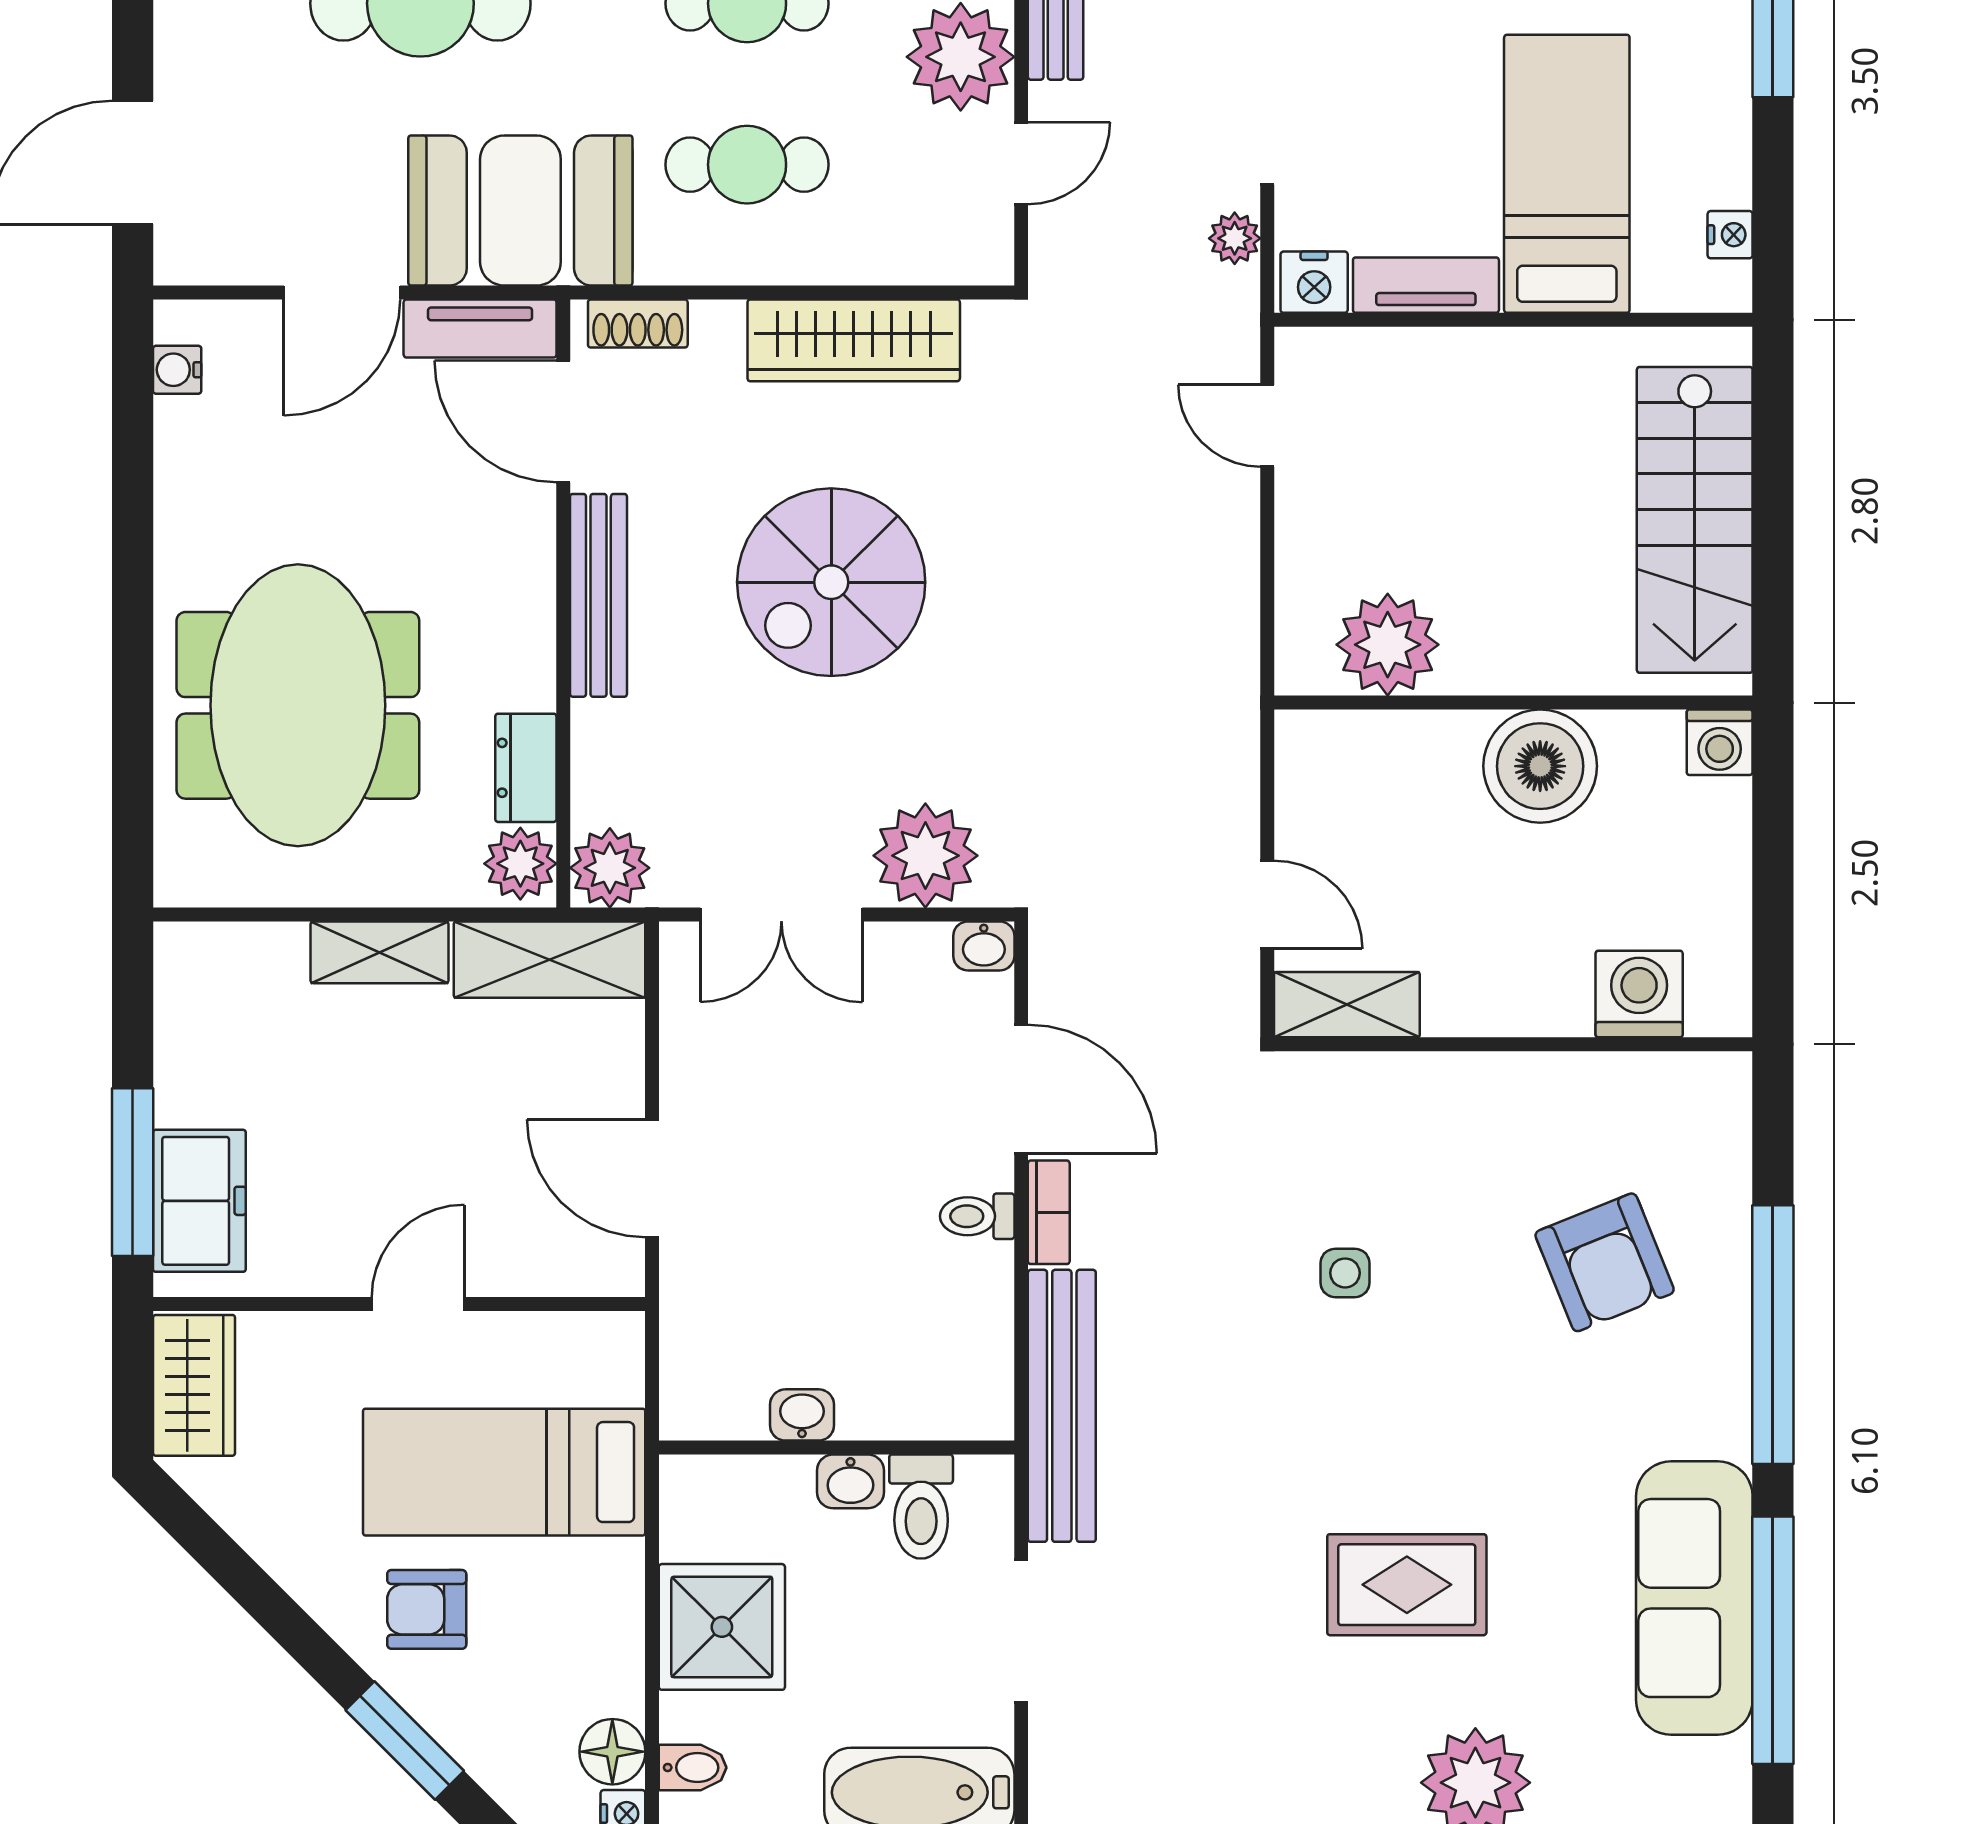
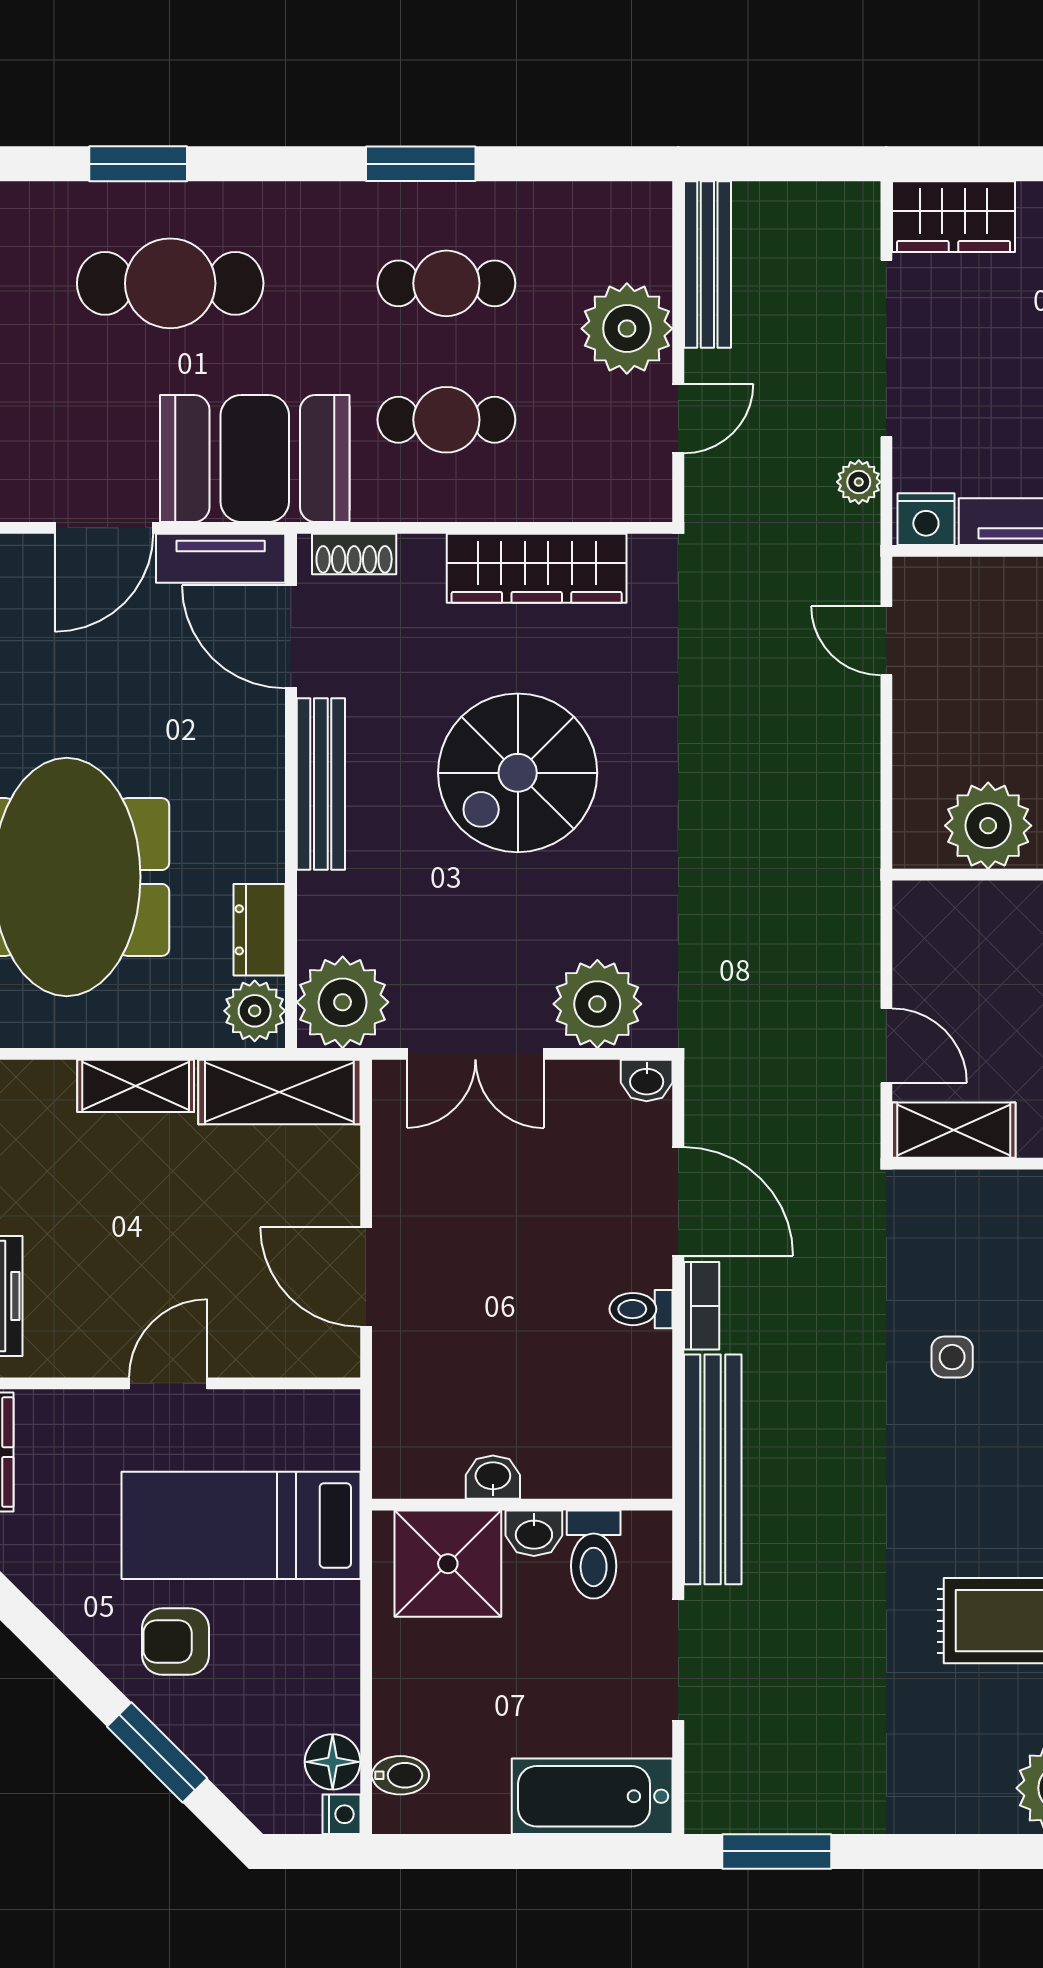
plant: (610, 868) -> (343, 1002), width x1.36, depth x1.36
shower: (722, 1627) -> (448, 1564), moved

